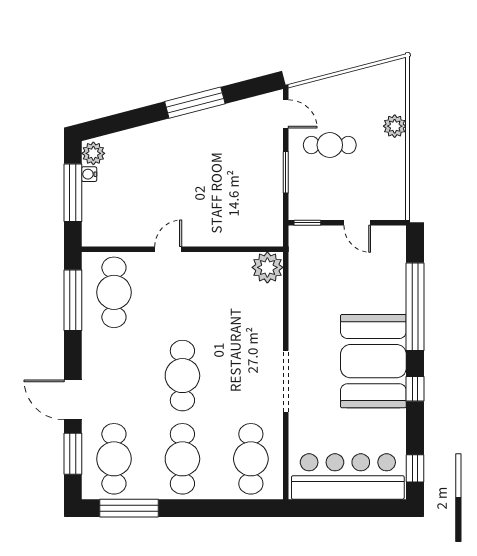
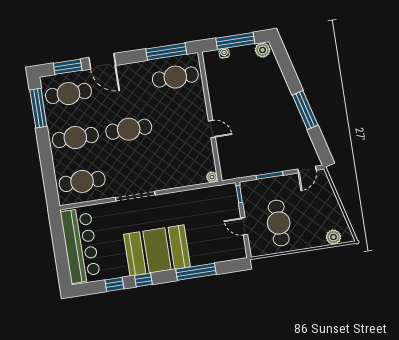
plant: (395, 126) -> (333, 237), moved
cafe table: (330, 145) -> (279, 223), moved, width x1.37, depth x1.35
water cooler: (89, 174) -> (224, 53), moved
door: (357, 223) -> (244, 226), hinge flipped
door: (168, 249) -> (212, 129), moved
plant: (267, 267) -> (212, 177), width x0.53, depth x0.53
window: (415, 307) -> (196, 272), width x0.68
door: (73, 400) -> (102, 61), swing flipped
window: (415, 468) -> (114, 284), moved

